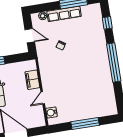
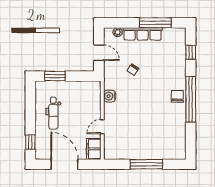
chair: (102, 62) -> (177, 96), added
filing cabinet: (32, 80) -> (94, 149), moved
water cooler: (51, 112) -> (110, 96), moved

